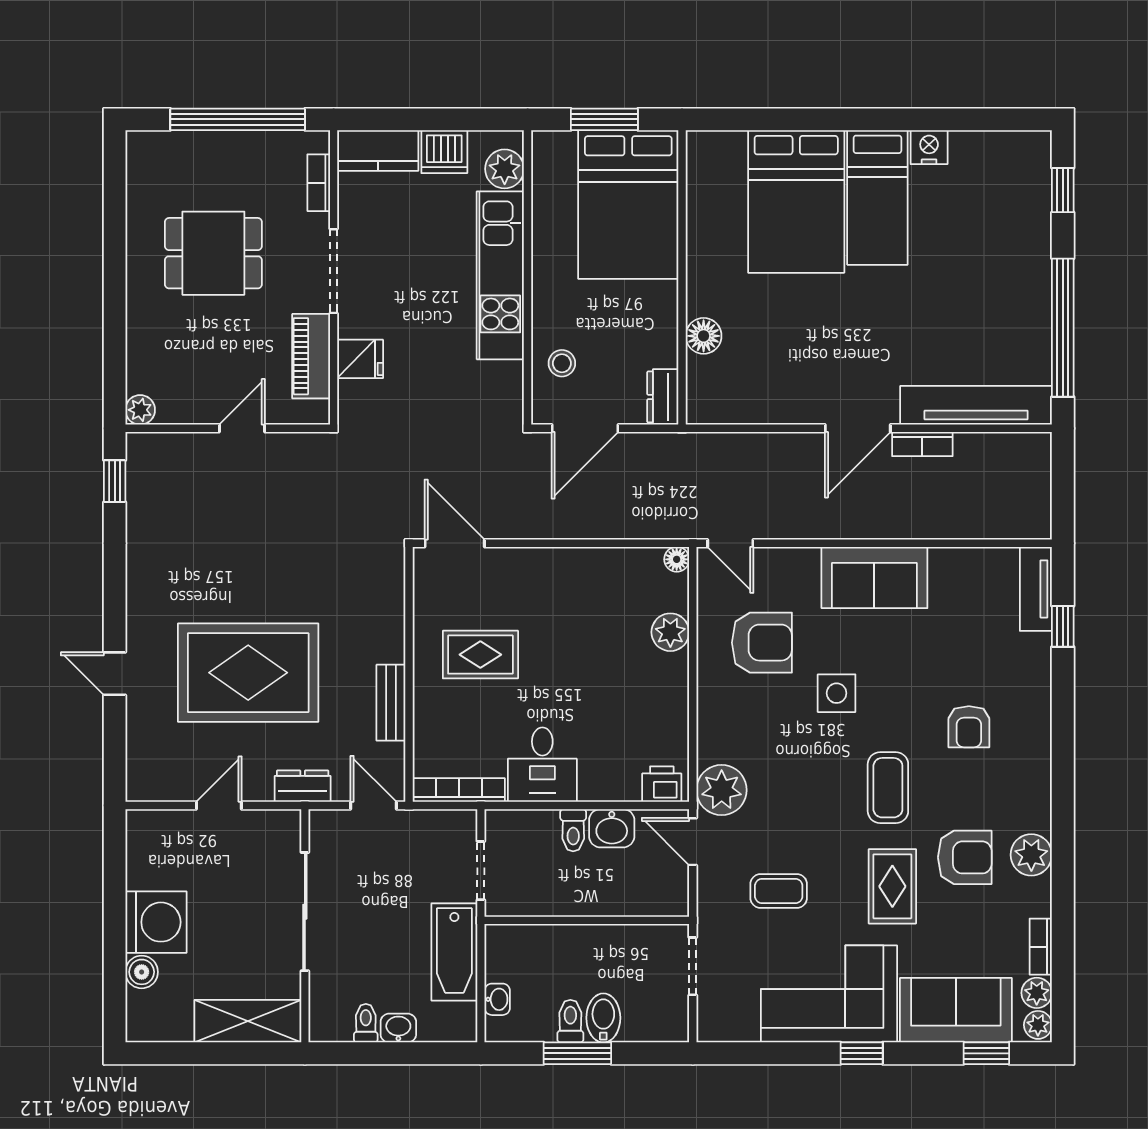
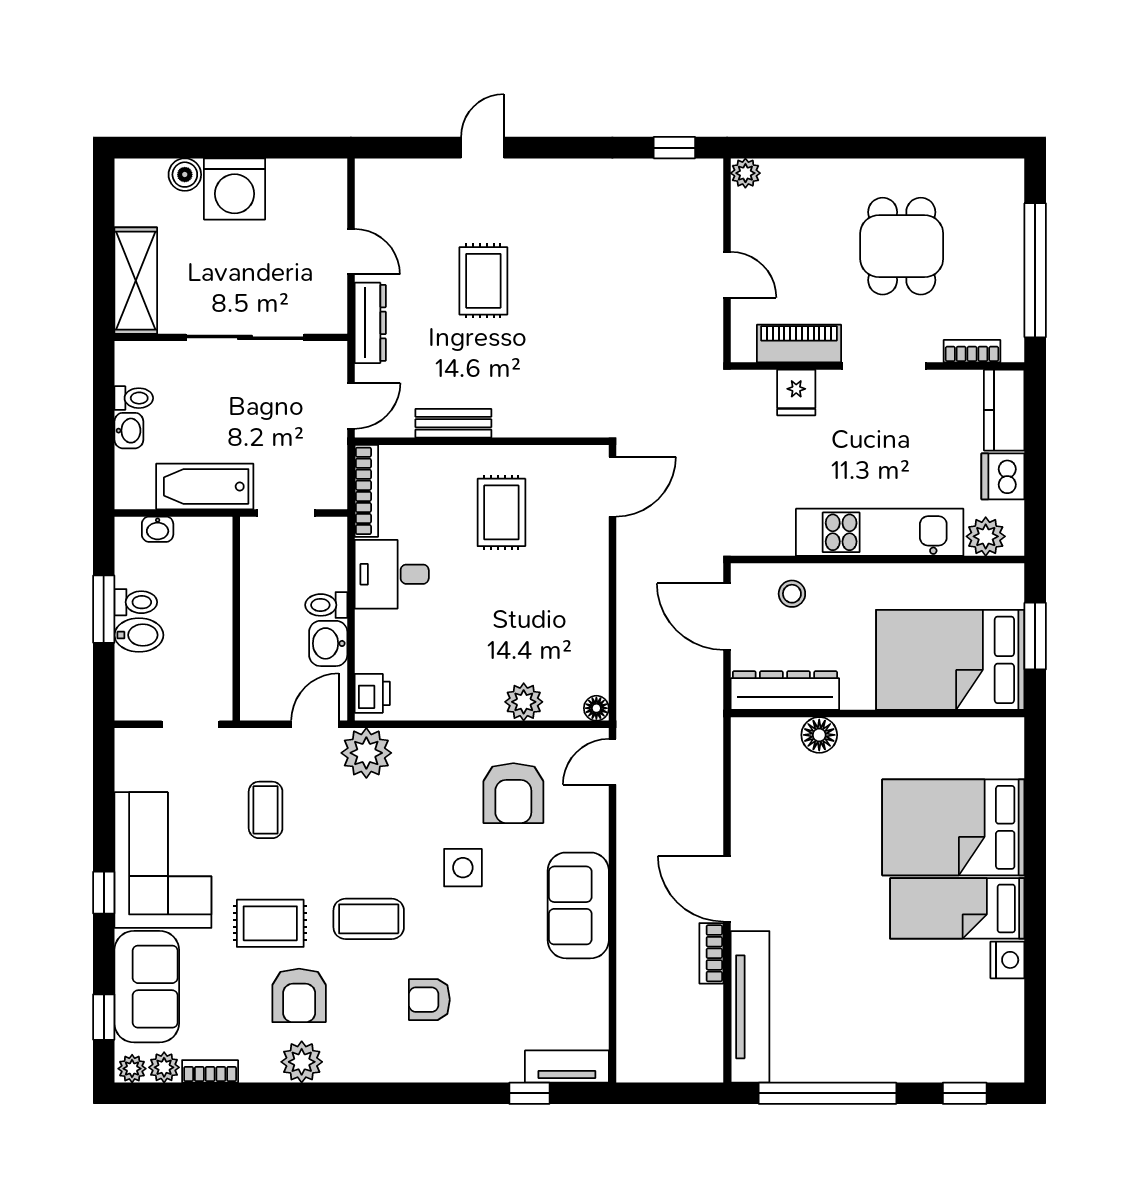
dresser: (663, 397) -> (785, 691), width x1.96, depth x1.24
rug: (248, 673) -> (483, 281), width x0.54, depth x0.49
dresser: (303, 786) -> (370, 323), width x1.44

